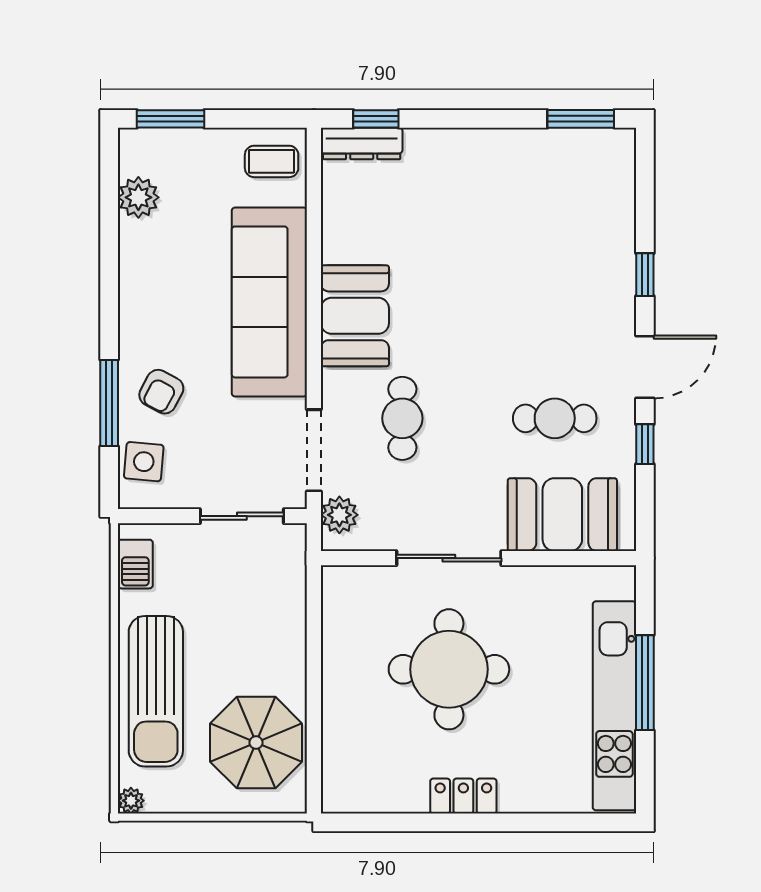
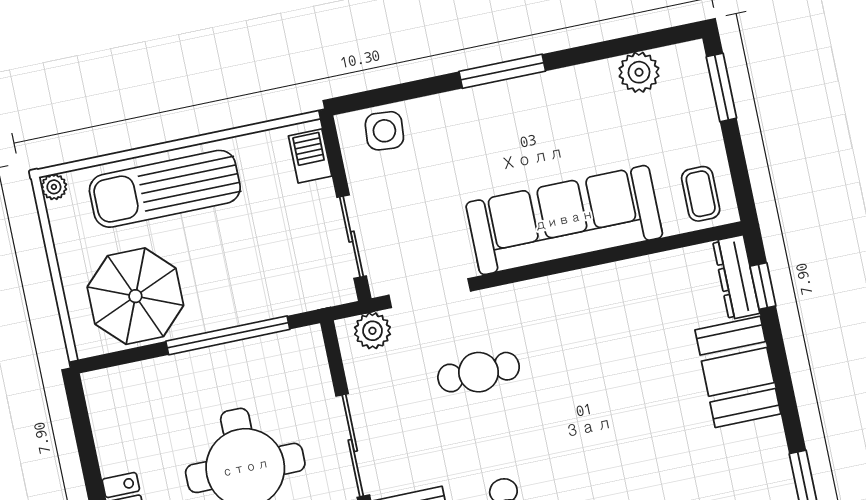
booth: (355, 316) -> (738, 372), moved, turned 90
armchair: (161, 392) -> (456, 134), removed
window: (109, 403) -> (502, 71), moved
barbecue: (135, 564) -> (310, 156), moved, turned 90
window: (314, 659) -> (228, 335), added

